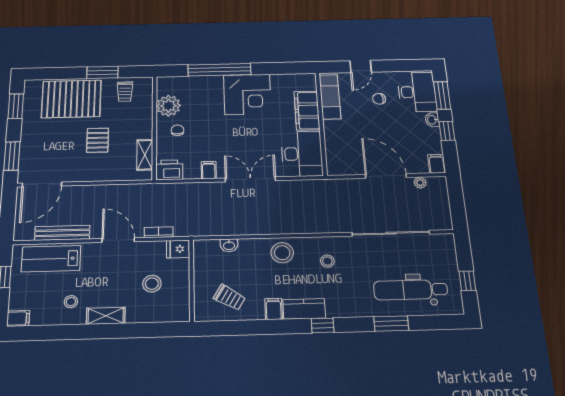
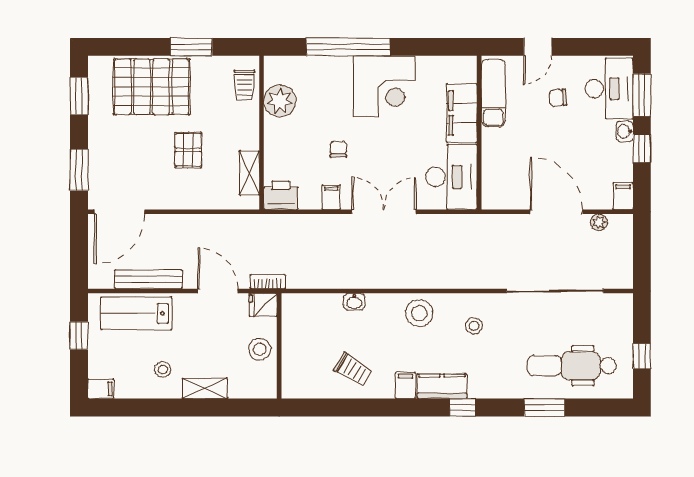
trolley: (125, 92) -> (244, 85), moved
chair: (177, 130) -> (338, 149), moved
fridge: (178, 249) -> (263, 305), moved
wall: (192, 280) -> (279, 346), moved

